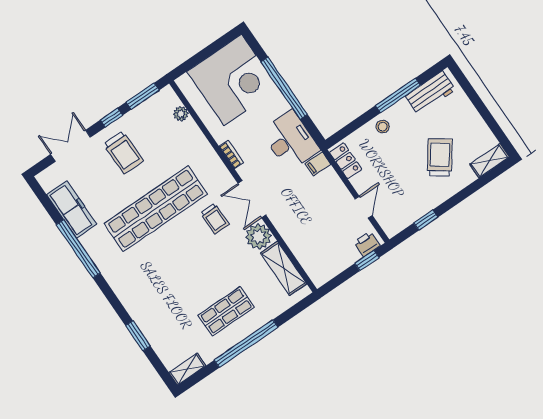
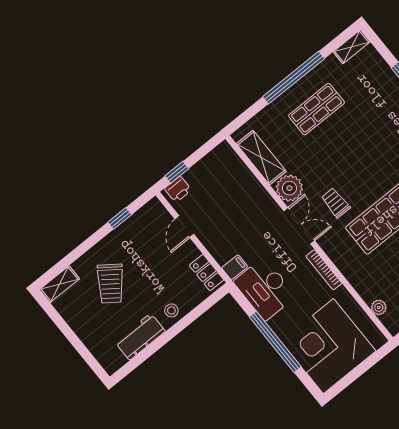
workbench: (431, 93) -> (140, 337), moved
window: (398, 96) -> (158, 343), removed
bookcase: (231, 154) -> (324, 270), width x1.56

